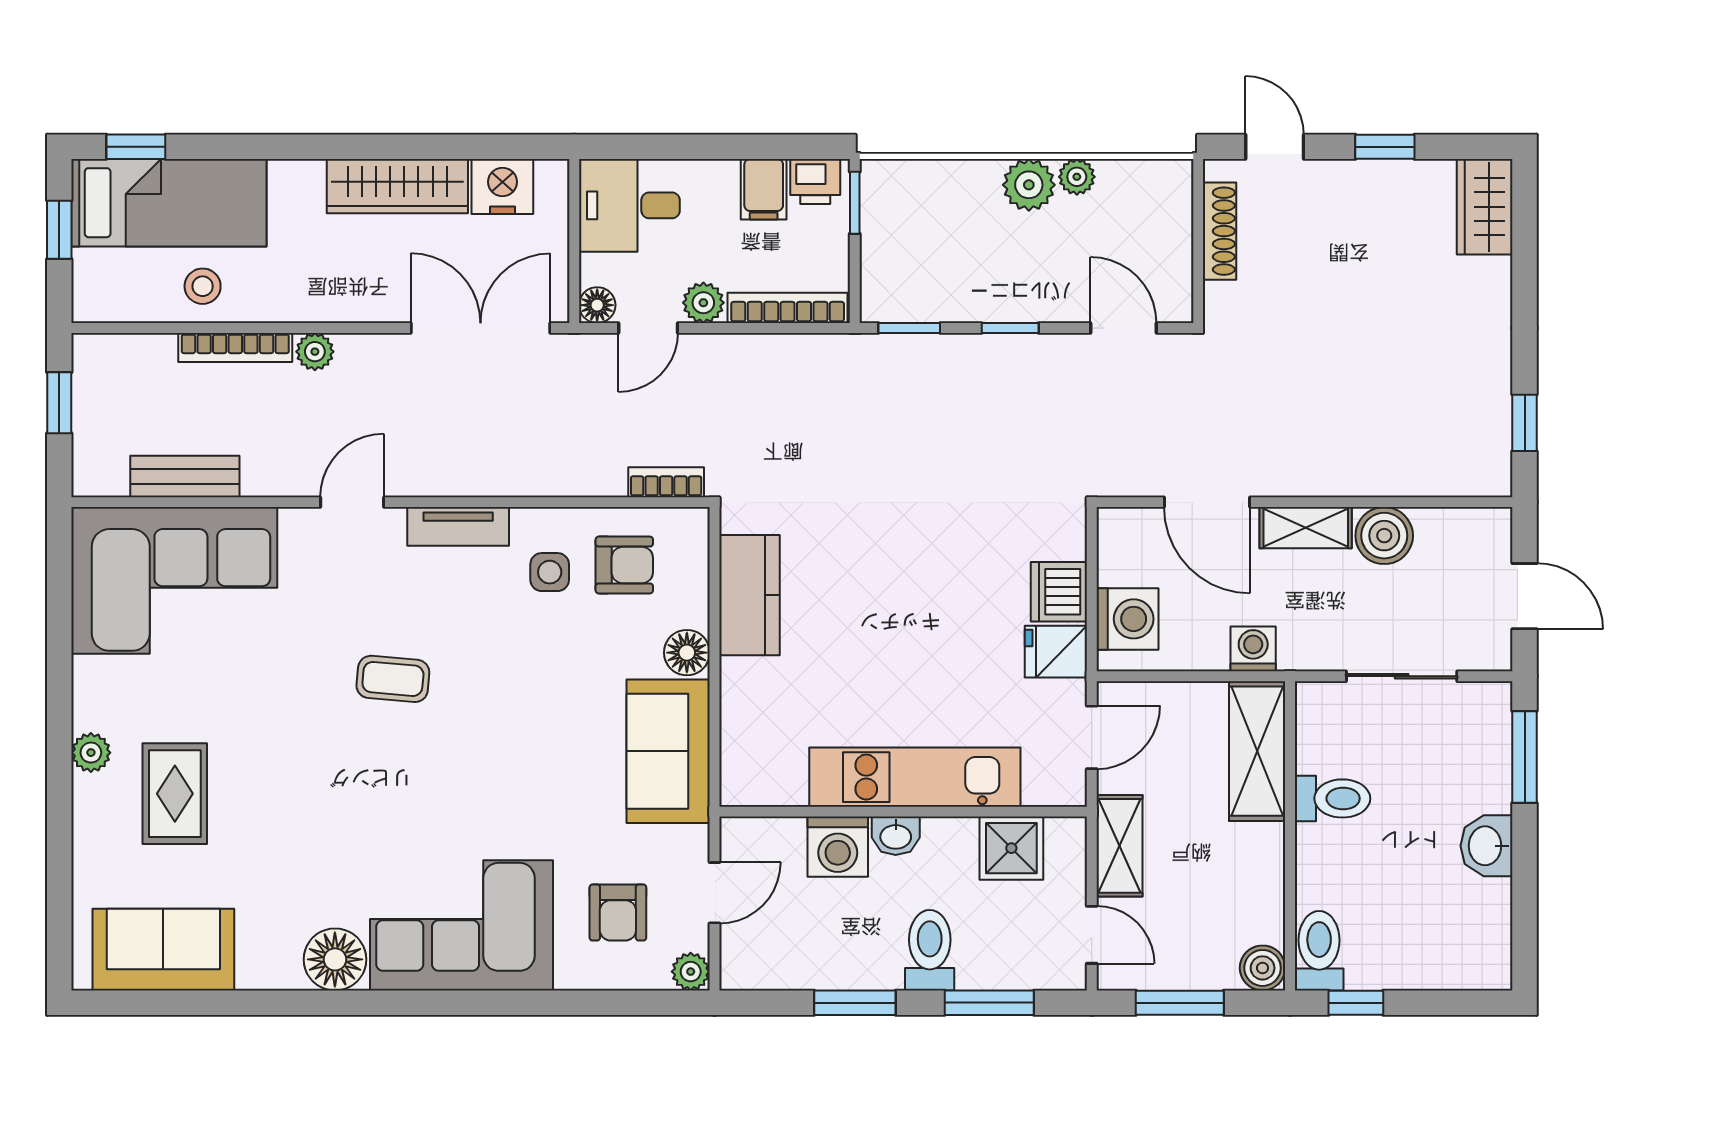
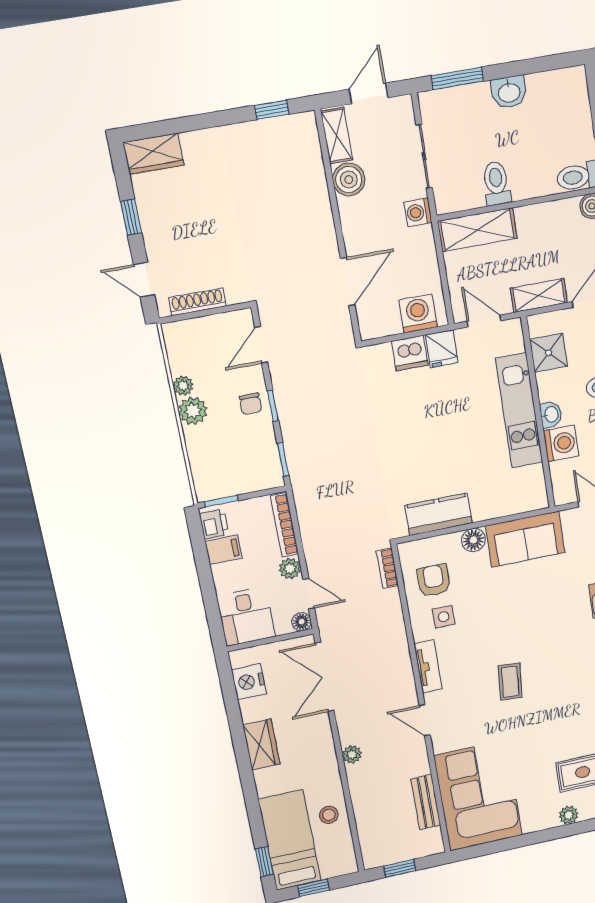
door: (1275, 147) -> (144, 280), hinge flipped
wardrobe: (397, 186) -> (261, 744), width x0.67
chair: (1022, 289) -> (251, 404), added
bookcase: (235, 347) -> (357, 793), removed
shelving: (1306, 528) -> (337, 135), moved
washing machine: (1253, 649) -> (418, 212), moved

